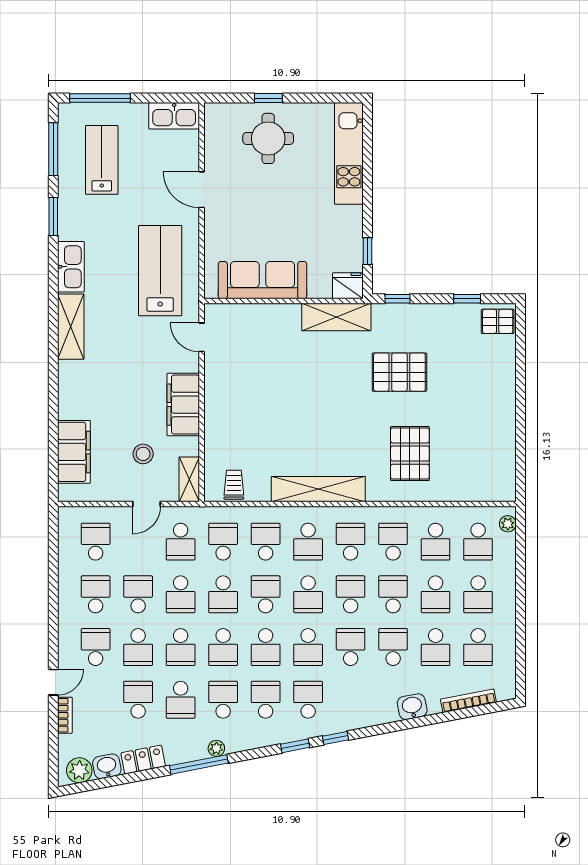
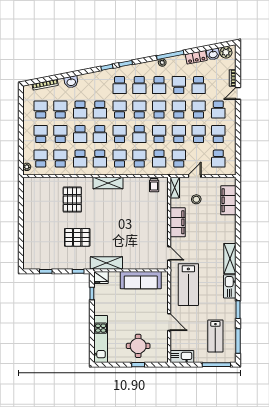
pallet: (498, 321) -> (31, 261), removed
shelving: (318, 489) -> (108, 183), width x0.68
school desk: (266, 542) -> (139, 159), turned 180
school desk: (96, 594) -> (218, 134), turned 180
school desk: (138, 594) -> (199, 134), turned 180

